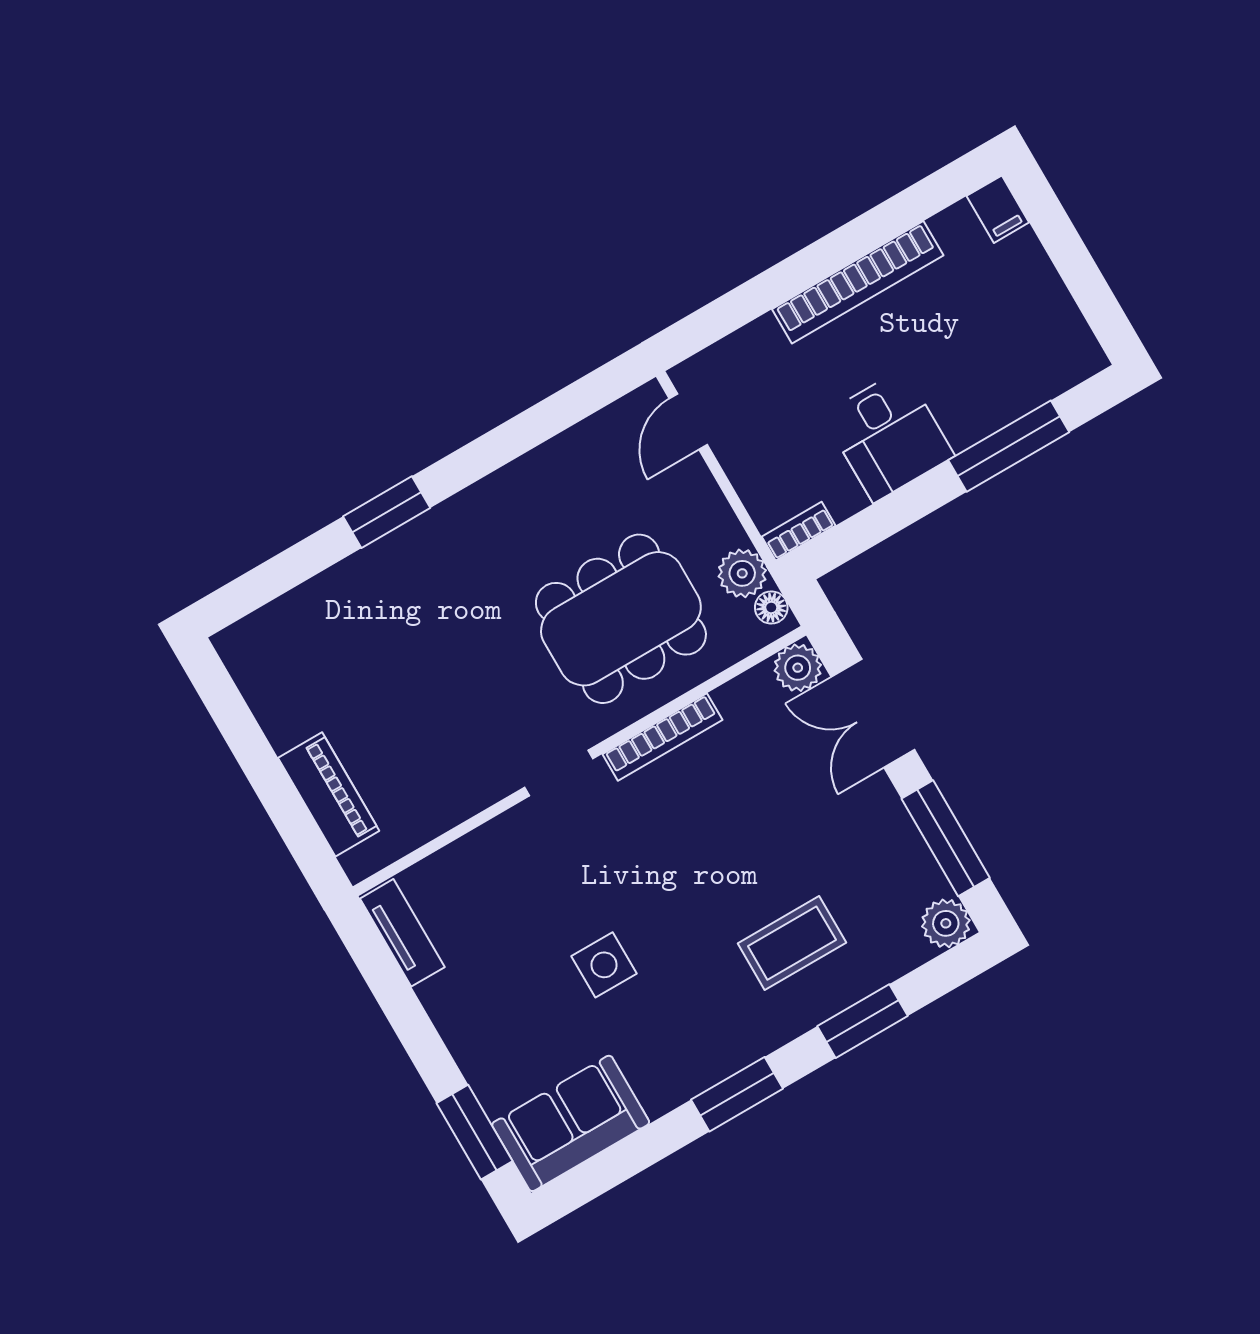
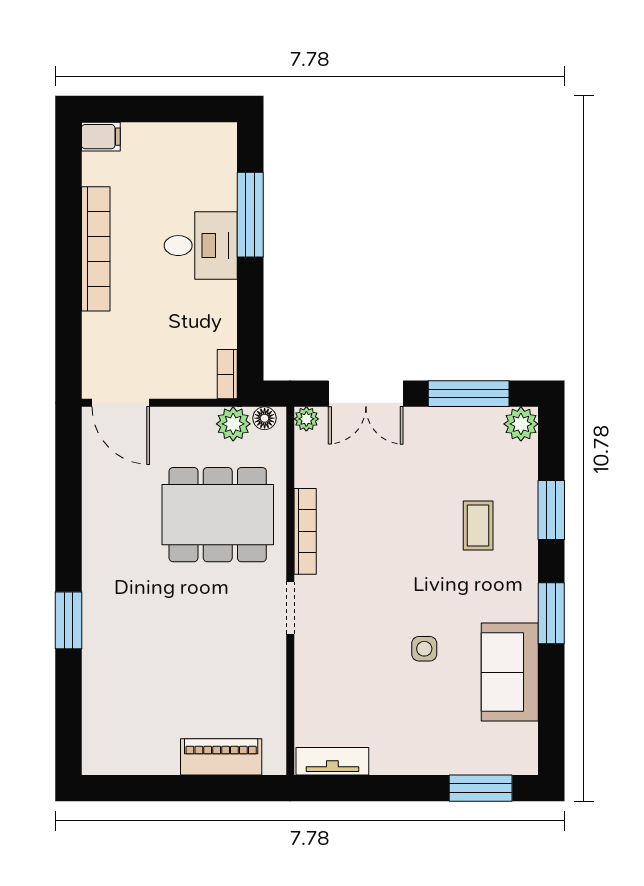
door: (688, 422) -> (121, 403), width x1.38
desk: (888, 435) -> (201, 246), moved
dining table: (621, 619) -> (218, 515), turned 90
plant: (798, 668) -> (306, 419), width x0.73, depth x0.73
coffee table: (792, 943) -> (478, 525), width x0.73, depth x0.77
side table: (604, 965) -> (424, 649), width x0.73, depth x0.73
sofa: (571, 1123) -> (510, 672), moved

